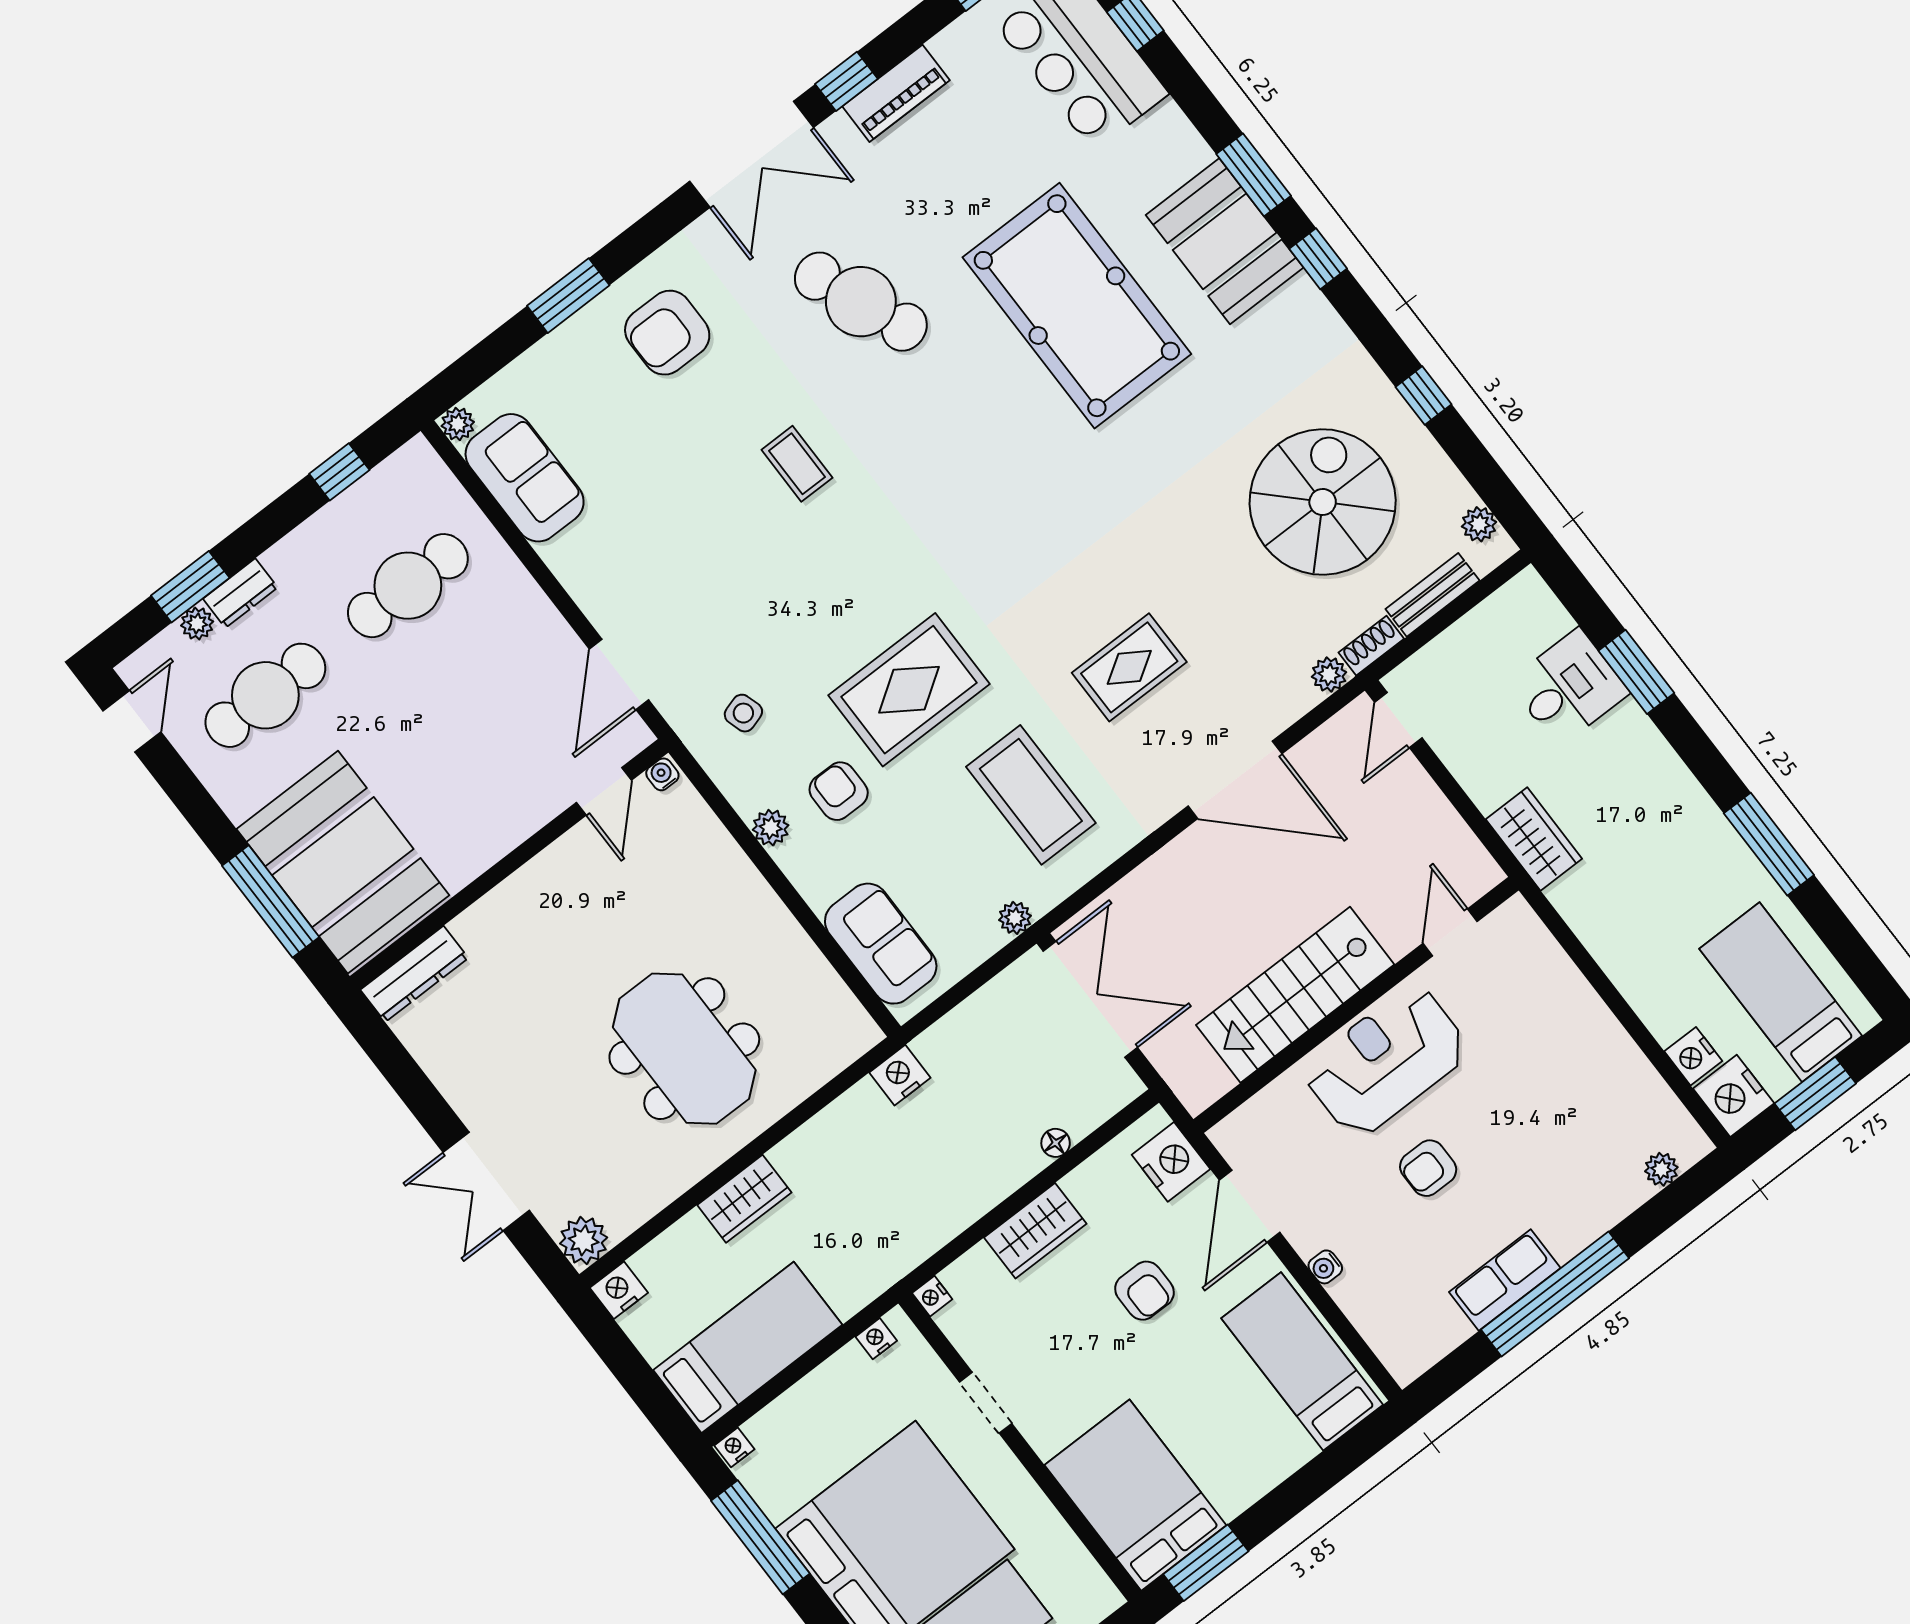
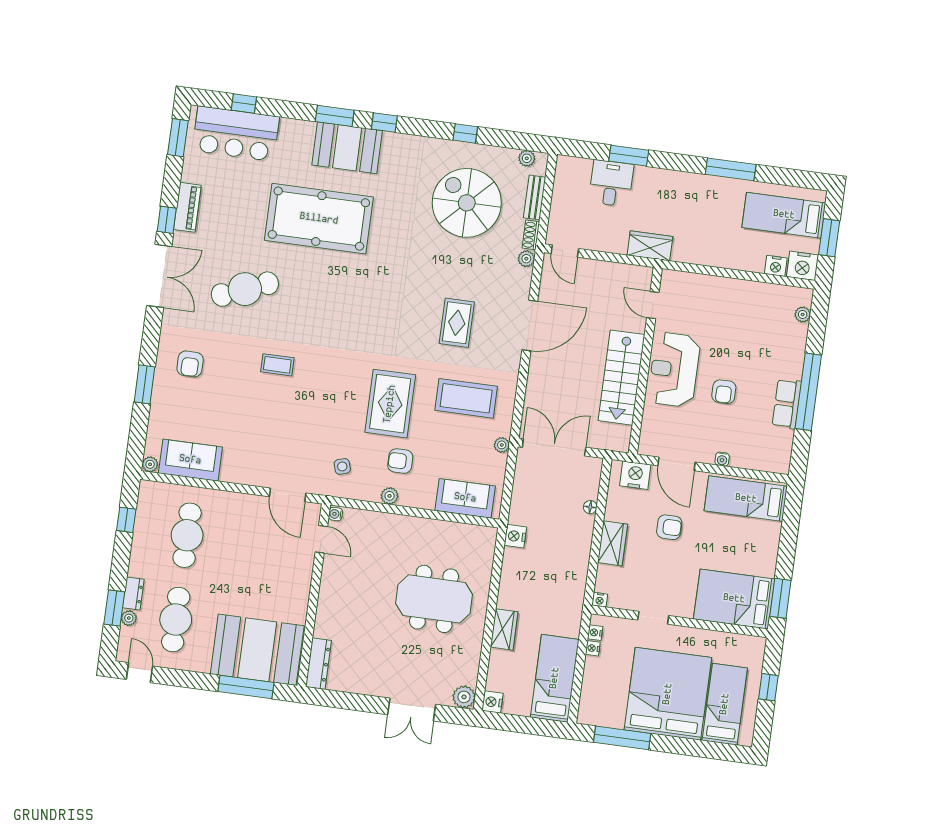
armchair: (667, 333) -> (190, 364), width x0.72, depth x0.72
nightstand: (734, 1447) -> (593, 648), moved

